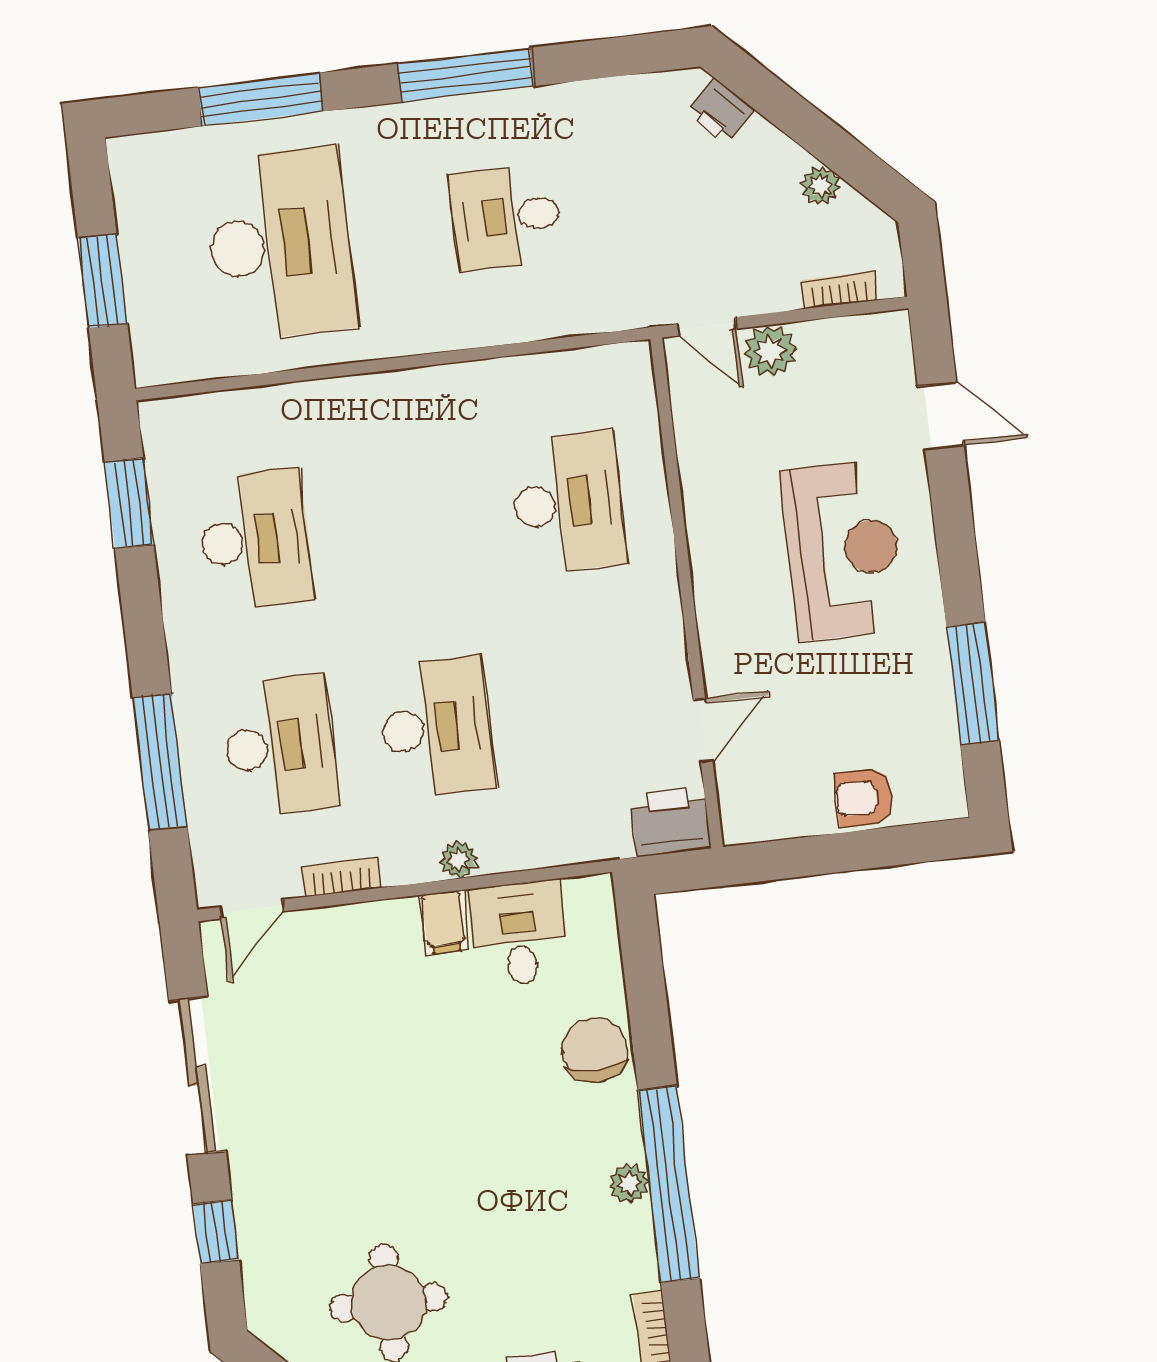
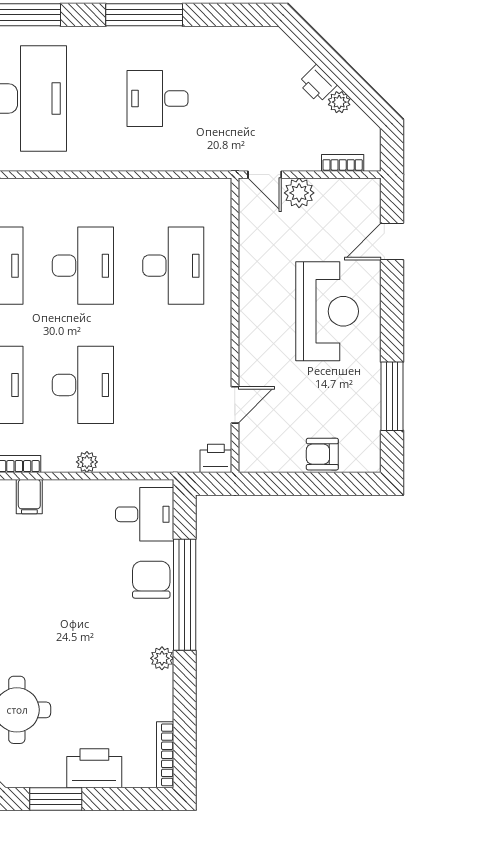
printer: (720, 112) -> (318, 84), moved
door: (941, 416) -> (392, 242), swing flipped
desk: (411, 521) -> (83, 266), added
printer: (670, 822) -> (216, 458), width x0.73, depth x0.81
filing cabinet: (444, 922) -> (29, 497), moved
desk: (519, 934) -> (145, 514), moved, turned 90
window: (669, 1184) -> (185, 595), moved

